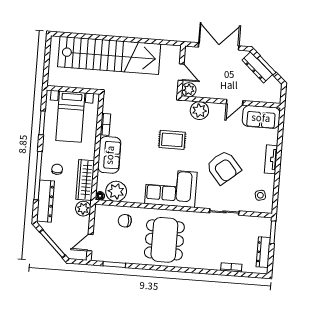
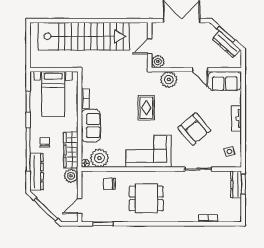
dresser: (257, 67) -> (226, 44), moved
door: (181, 72) -> (150, 46), swing flipped
door: (235, 102) -> (200, 70), hinge flipped
rug: (172, 140) -> (146, 108), turned 90
dining table: (164, 240) -> (146, 198), width x0.73
dresser: (263, 252) -> (236, 184), moved

